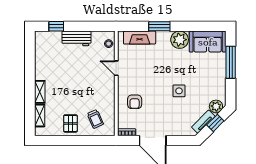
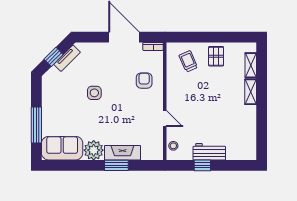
window: (56, 26) -> (202, 165), moved
fireplace: (140, 38) -> (122, 153), moved
plant: (216, 106) -> (53, 75), removed

